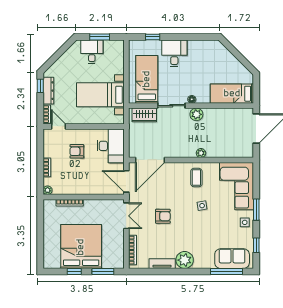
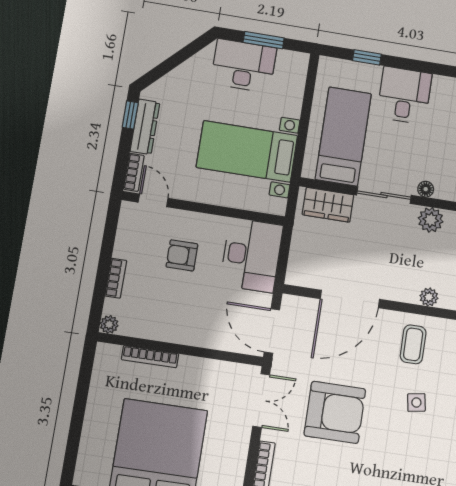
desk: (92, 52) -> (244, 66), width x1.37
door: (150, 160) -> (350, 299), moved
armchair: (163, 216) -> (335, 412), width x1.88, depth x1.88

